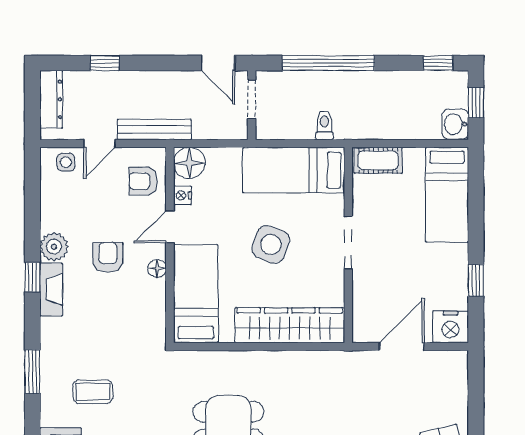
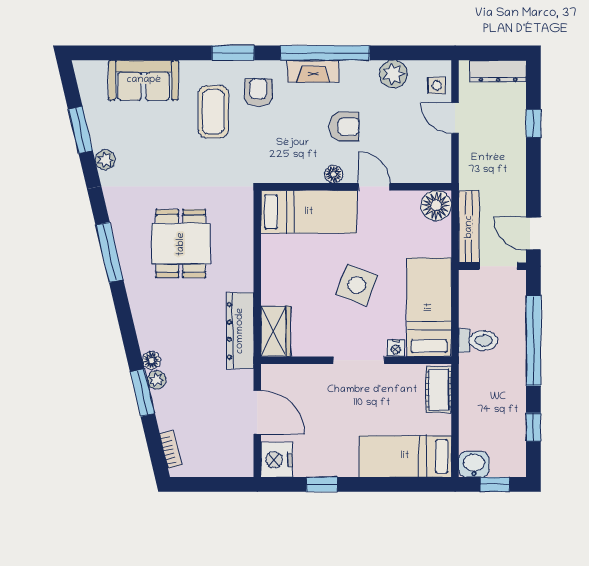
door: (218, 63) -> (533, 234), hinge flipped
window: (438, 63) -> (533, 427), moved
toilet: (325, 125) -> (478, 340), width x1.37, depth x1.39
bench: (154, 129) -> (469, 227), moved
armchair: (143, 181) -> (258, 93), moved
nightstand: (182, 195) -> (396, 348), moved, turned 180
plant: (54, 247) -> (393, 74), moved
window: (32, 277) -> (325, 53), width x3.17
wardrobe: (290, 325) -> (276, 331), width x0.48, depth x0.85
dresser: (318, 364) -> (240, 331), added
coffee table: (93, 392) -> (213, 112), width x1.36, depth x1.30

